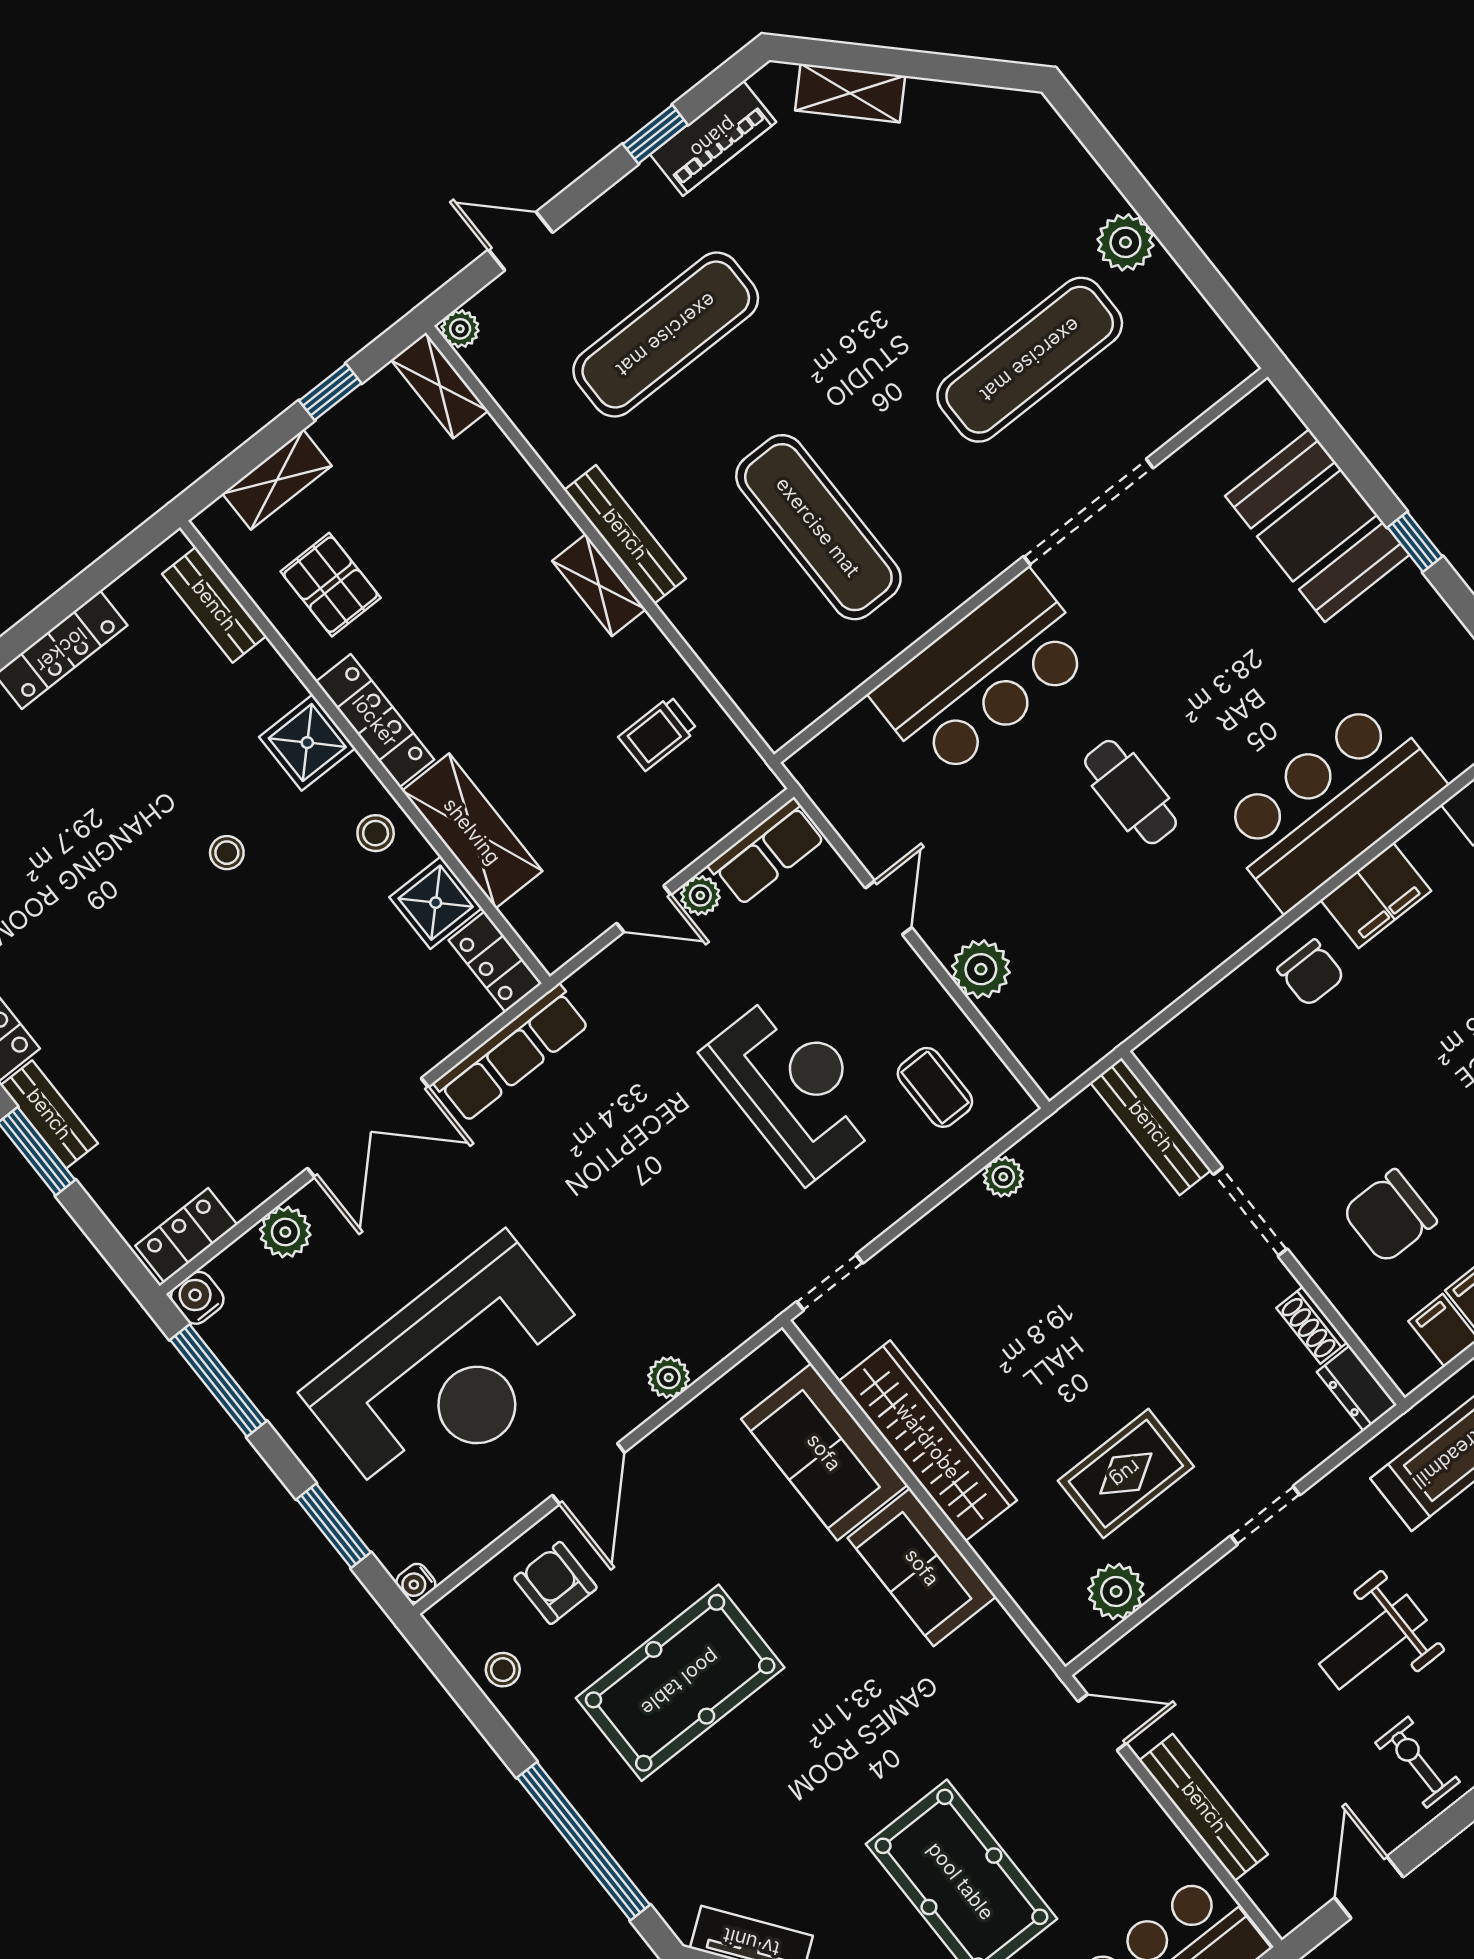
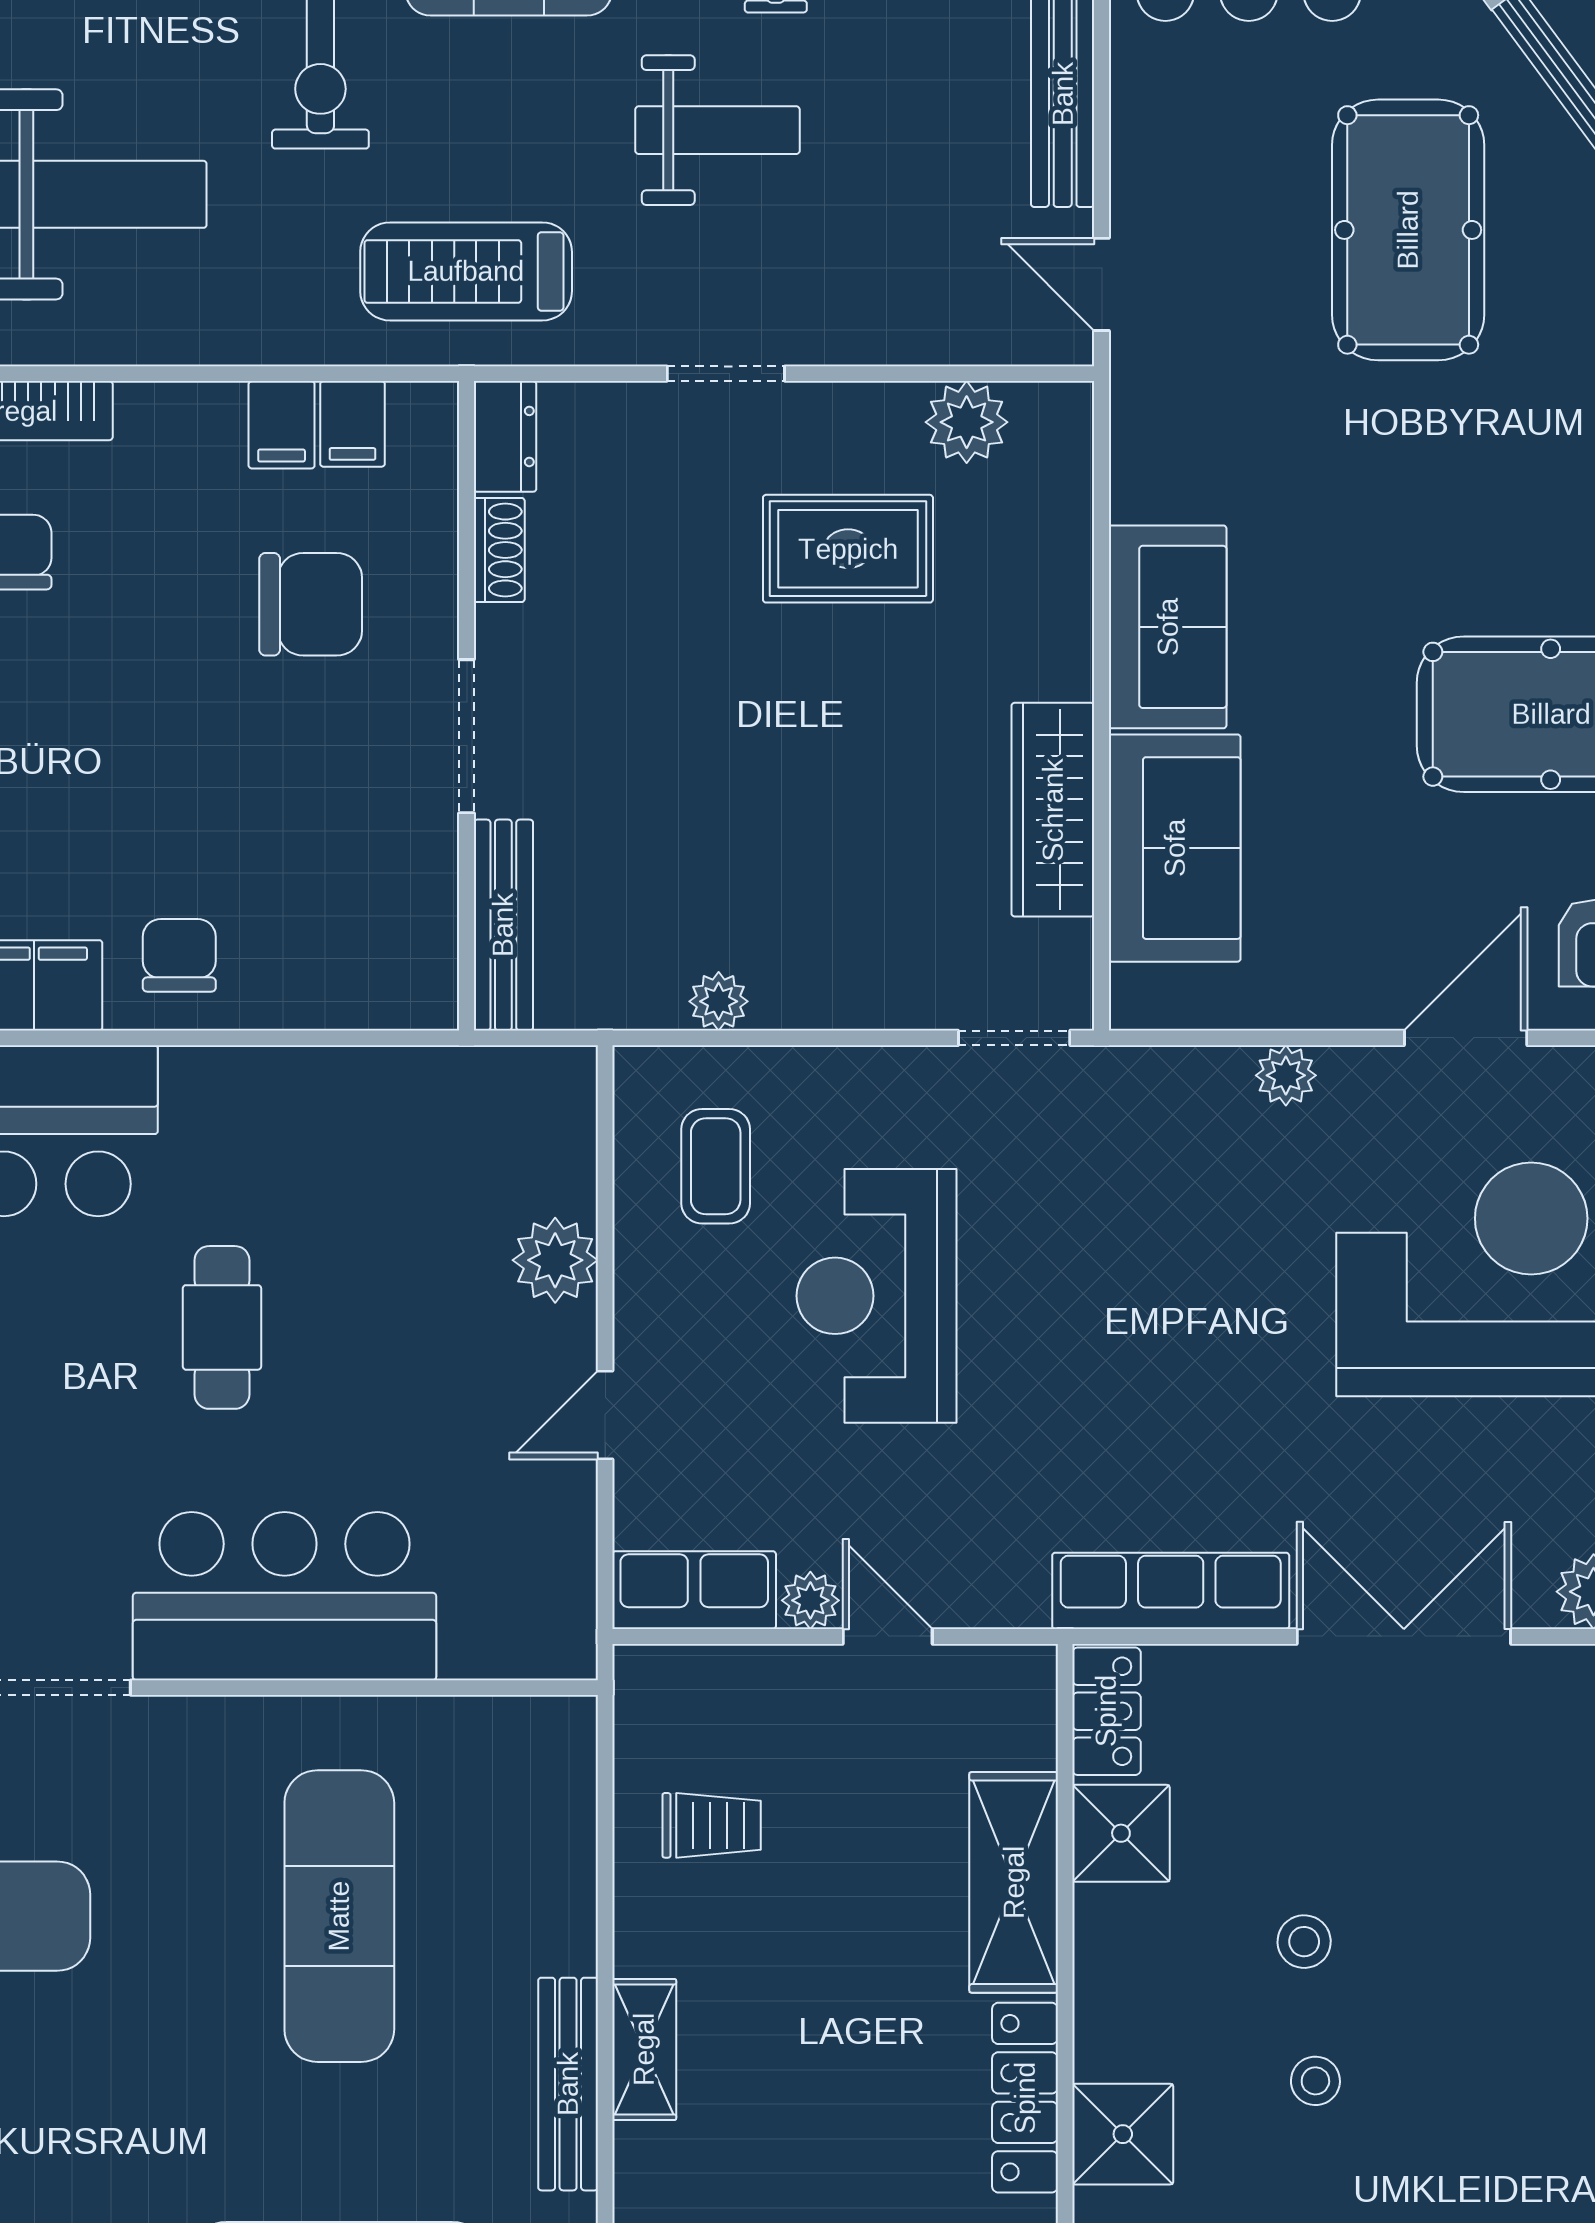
stool: (376, 833) -> (1304, 1942), moved
wardrobe: (928, 1441) -> (1053, 810), width x0.71, depth x0.85

